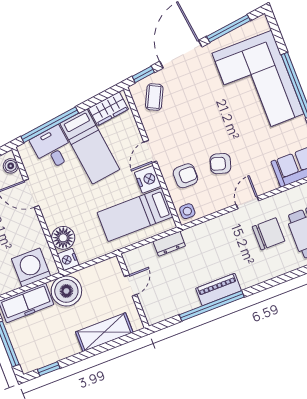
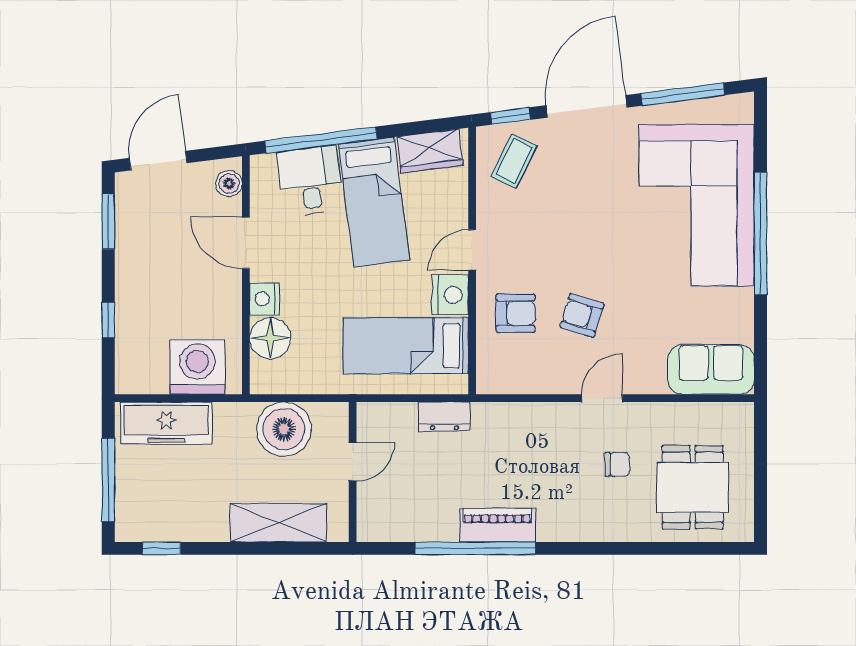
side table: (187, 211) -> (496, 374), removed
chair: (269, 234) -> (617, 464), width x0.54, depth x0.54
nightstand: (68, 259) -> (264, 299), moved
boiler: (66, 291) -> (284, 429), moved

